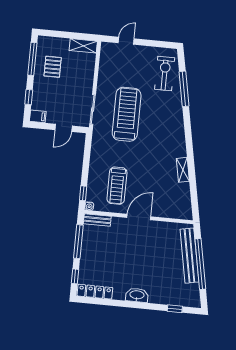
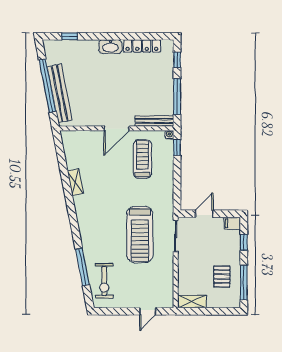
bench: (97, 220) -> (154, 121), width x1.36
locker: (95, 292) -> (142, 46), moved

